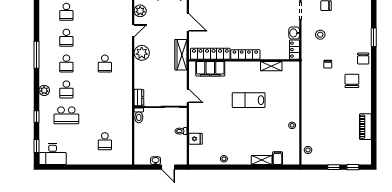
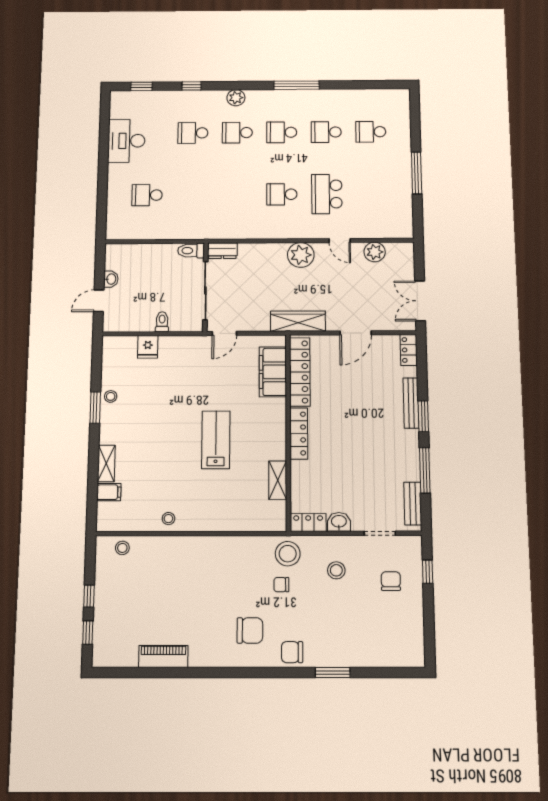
school desk: (105, 38) -> (327, 194), added
stool: (311, 61) -> (288, 554), added
school desk: (66, 115) -> (193, 133), width x0.54
desk: (53, 154) -> (126, 141), moved
window: (230, 167) -> (95, 407), added

